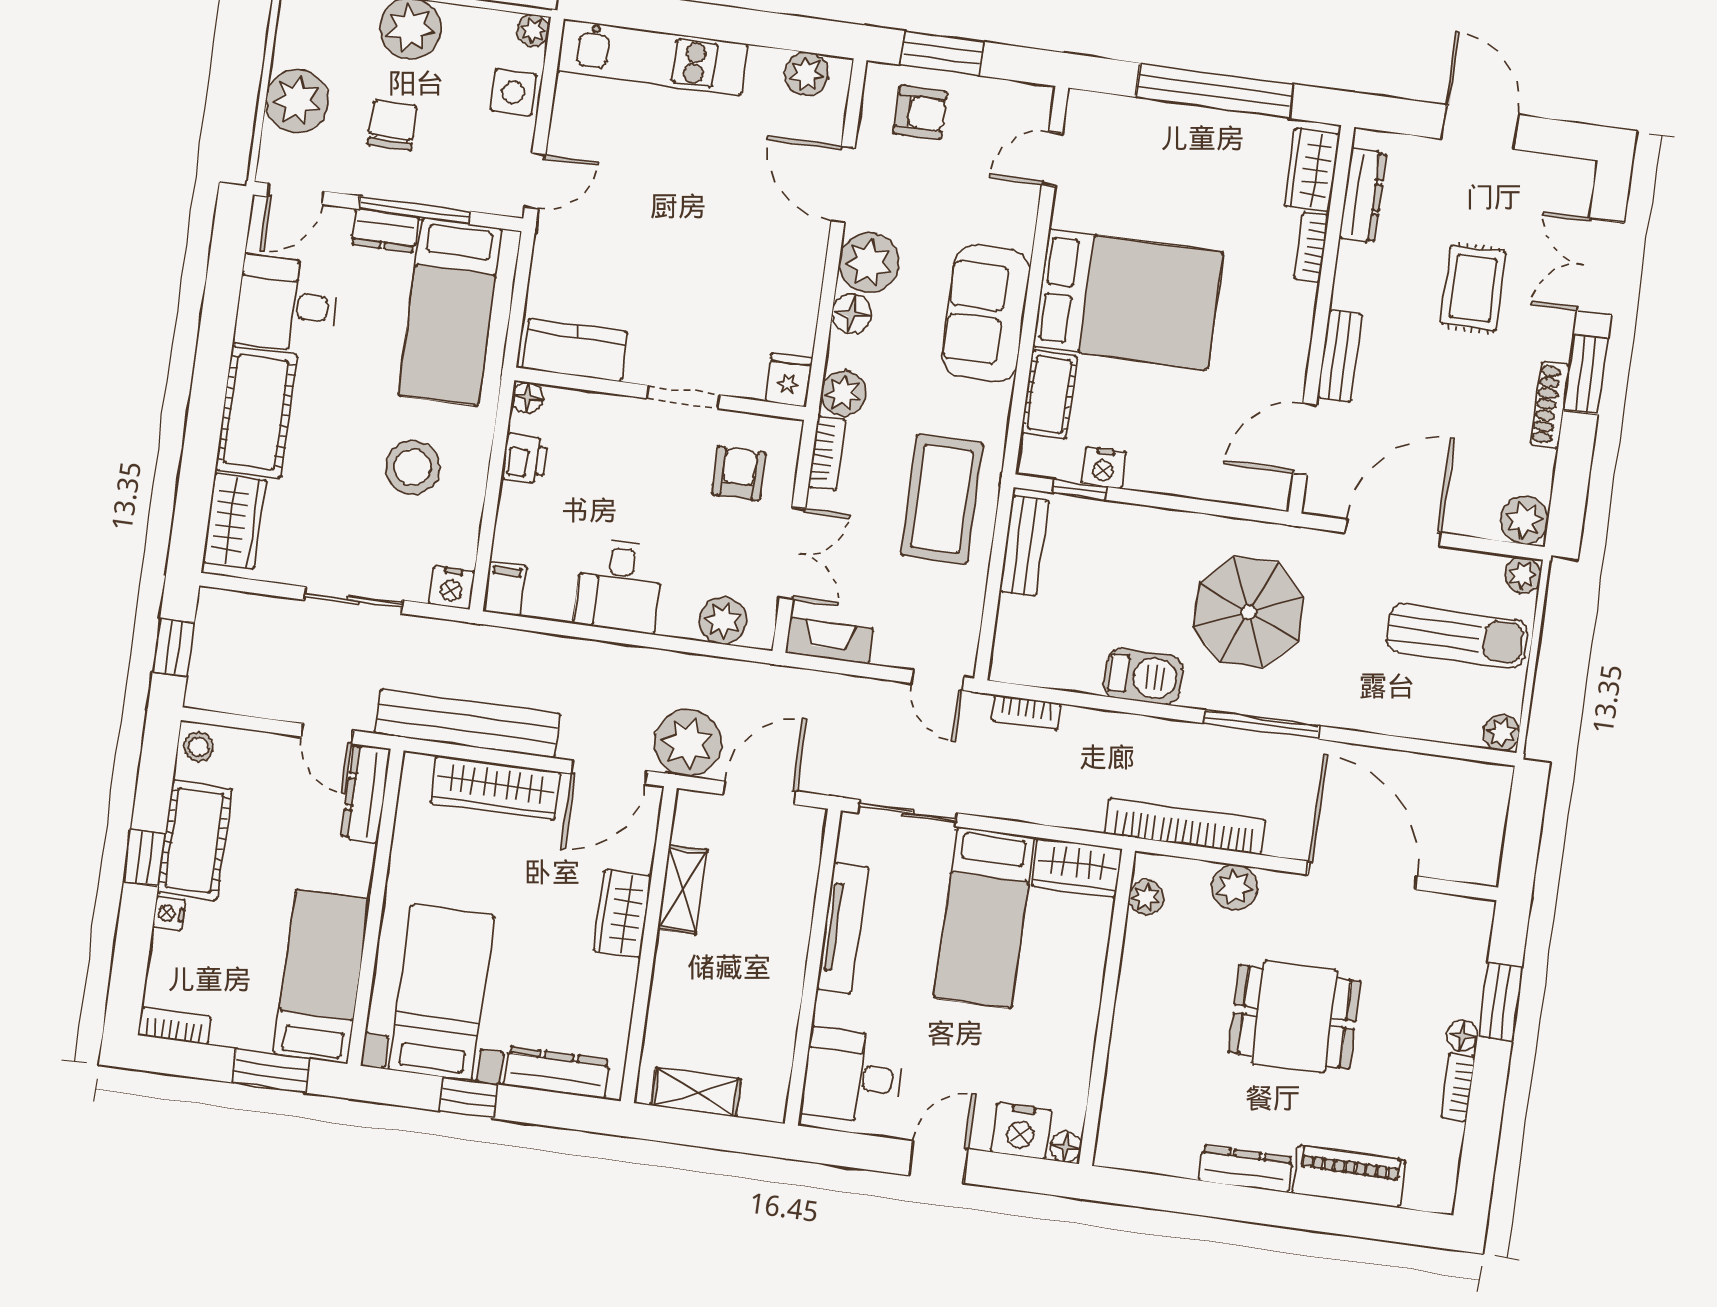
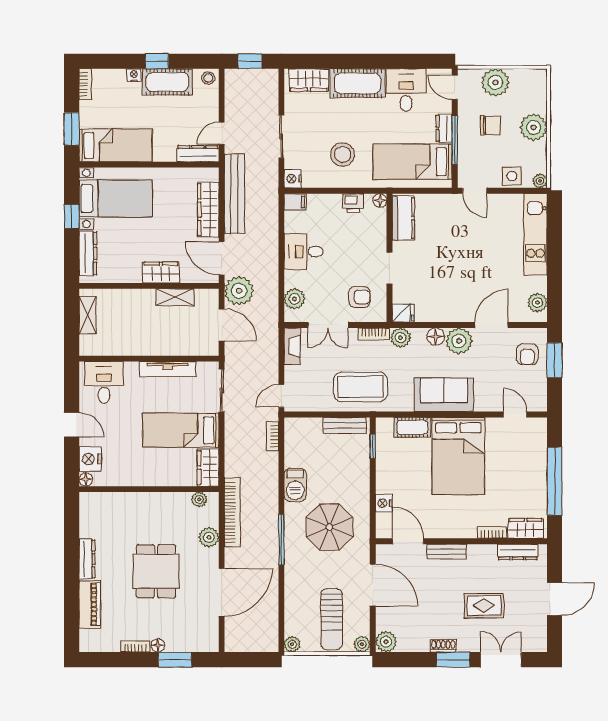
shoe rack: (1550, 405) -> (443, 646), width x0.70
nightstand: (1104, 468) -> (384, 503), moved

